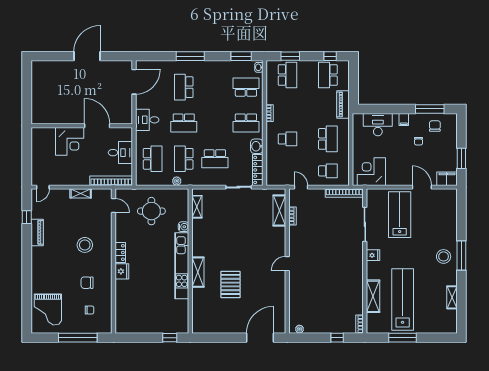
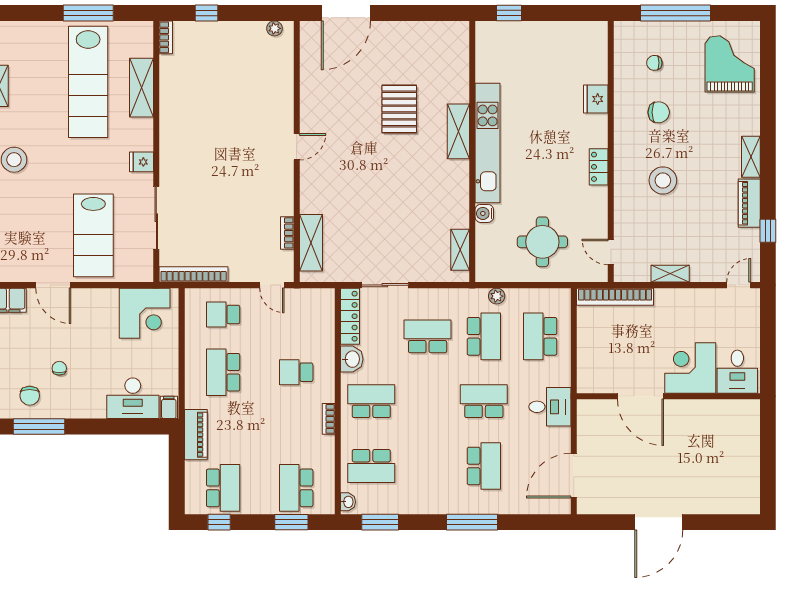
filing cabinet: (404, 119) -> (169, 407), moved
desk: (120, 153) -> (737, 372), moved, turned -90
shelving: (36, 258) -> (751, 157), added
fridge: (122, 271) -> (596, 99), moved

